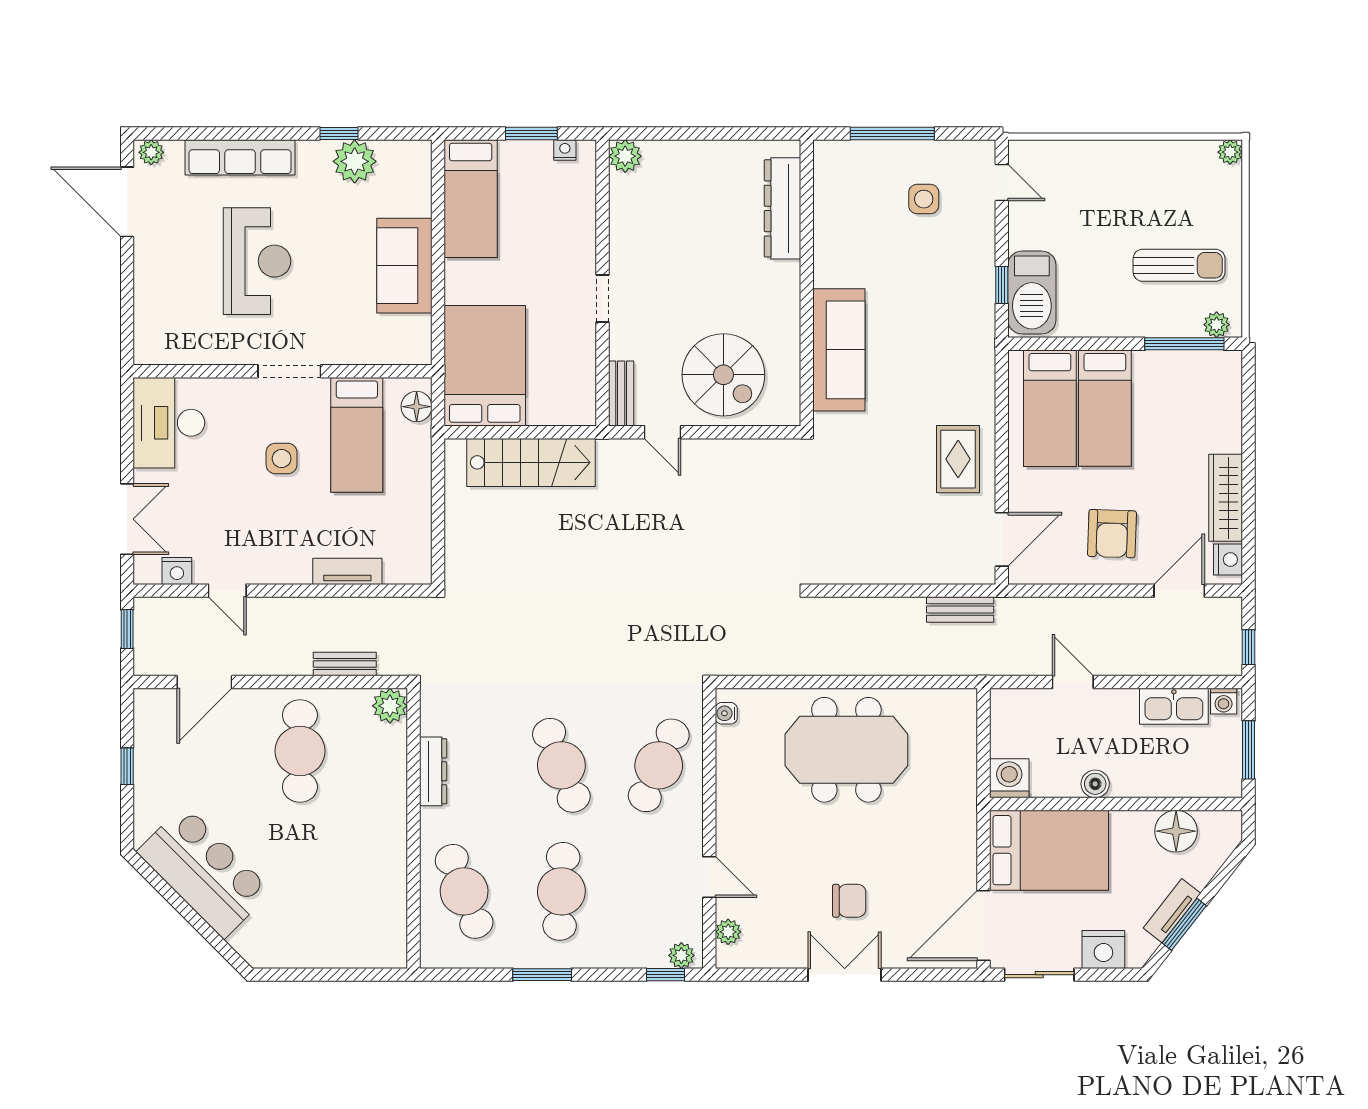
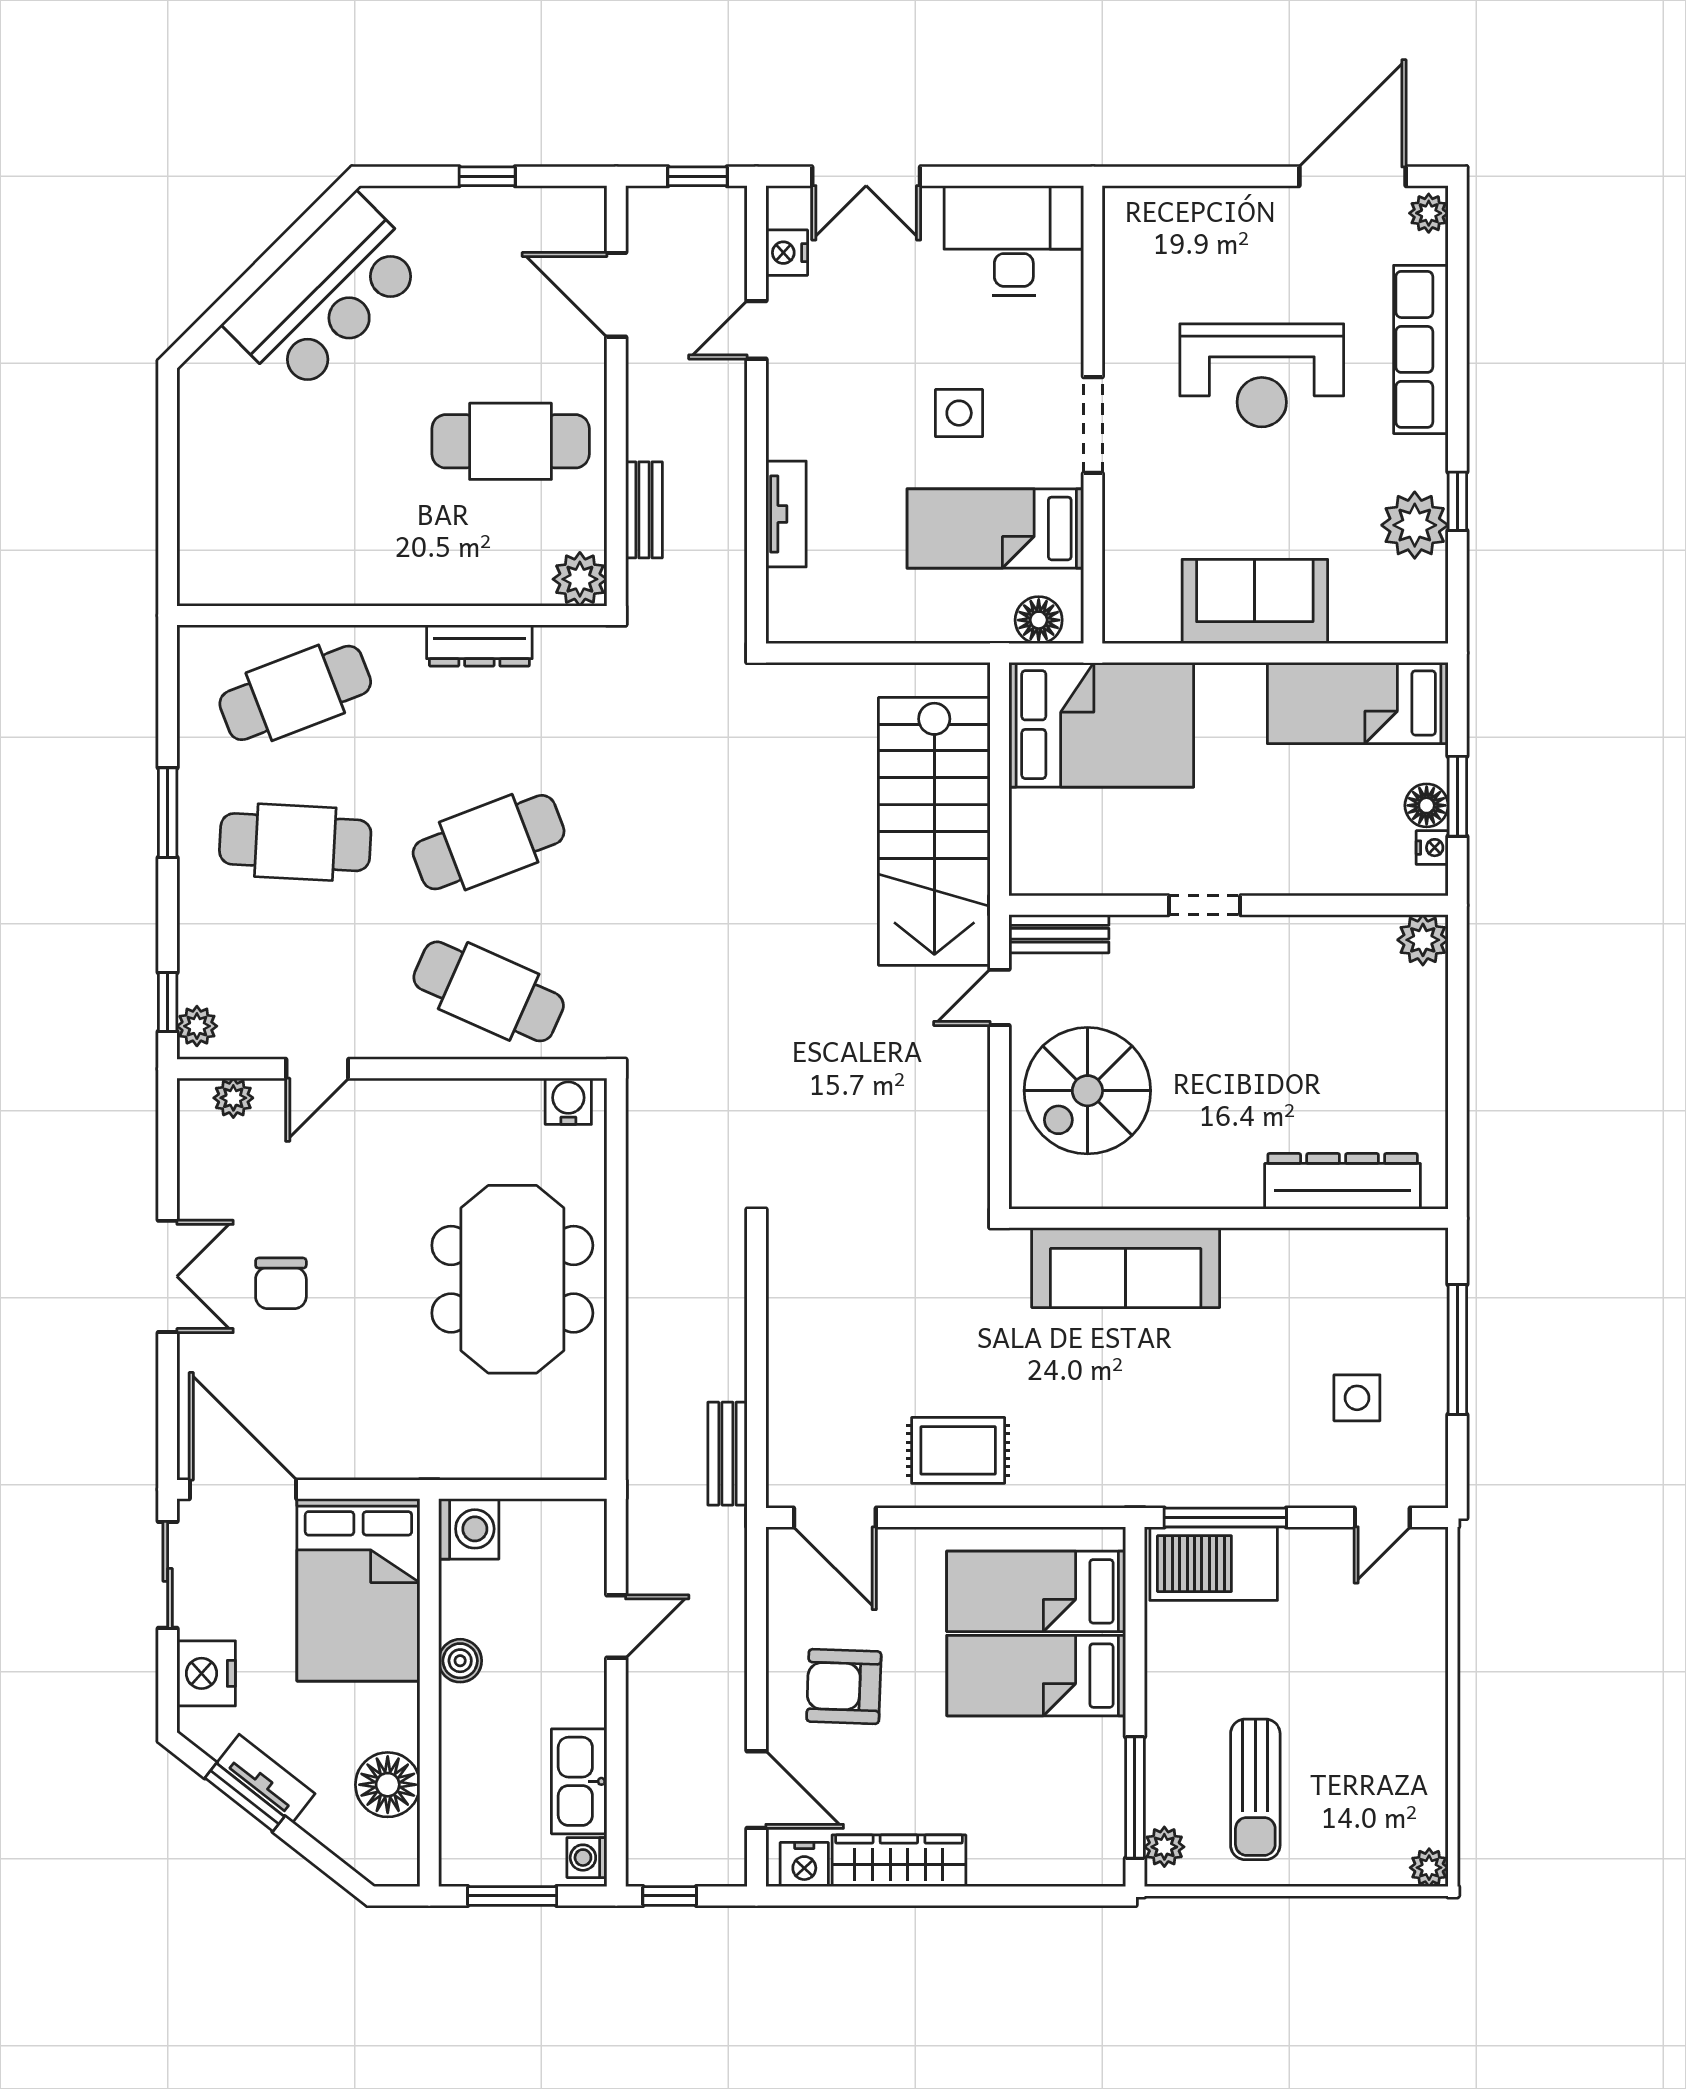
floor lamp: (537, 154) -> (1427, 805), added
window: (1002, 285) -> (1225, 1517), width x2.17
stairs: (531, 462) -> (934, 831), width x1.36, depth x1.51
water cooler: (726, 713) -> (568, 1101), width x1.38, depth x1.38

